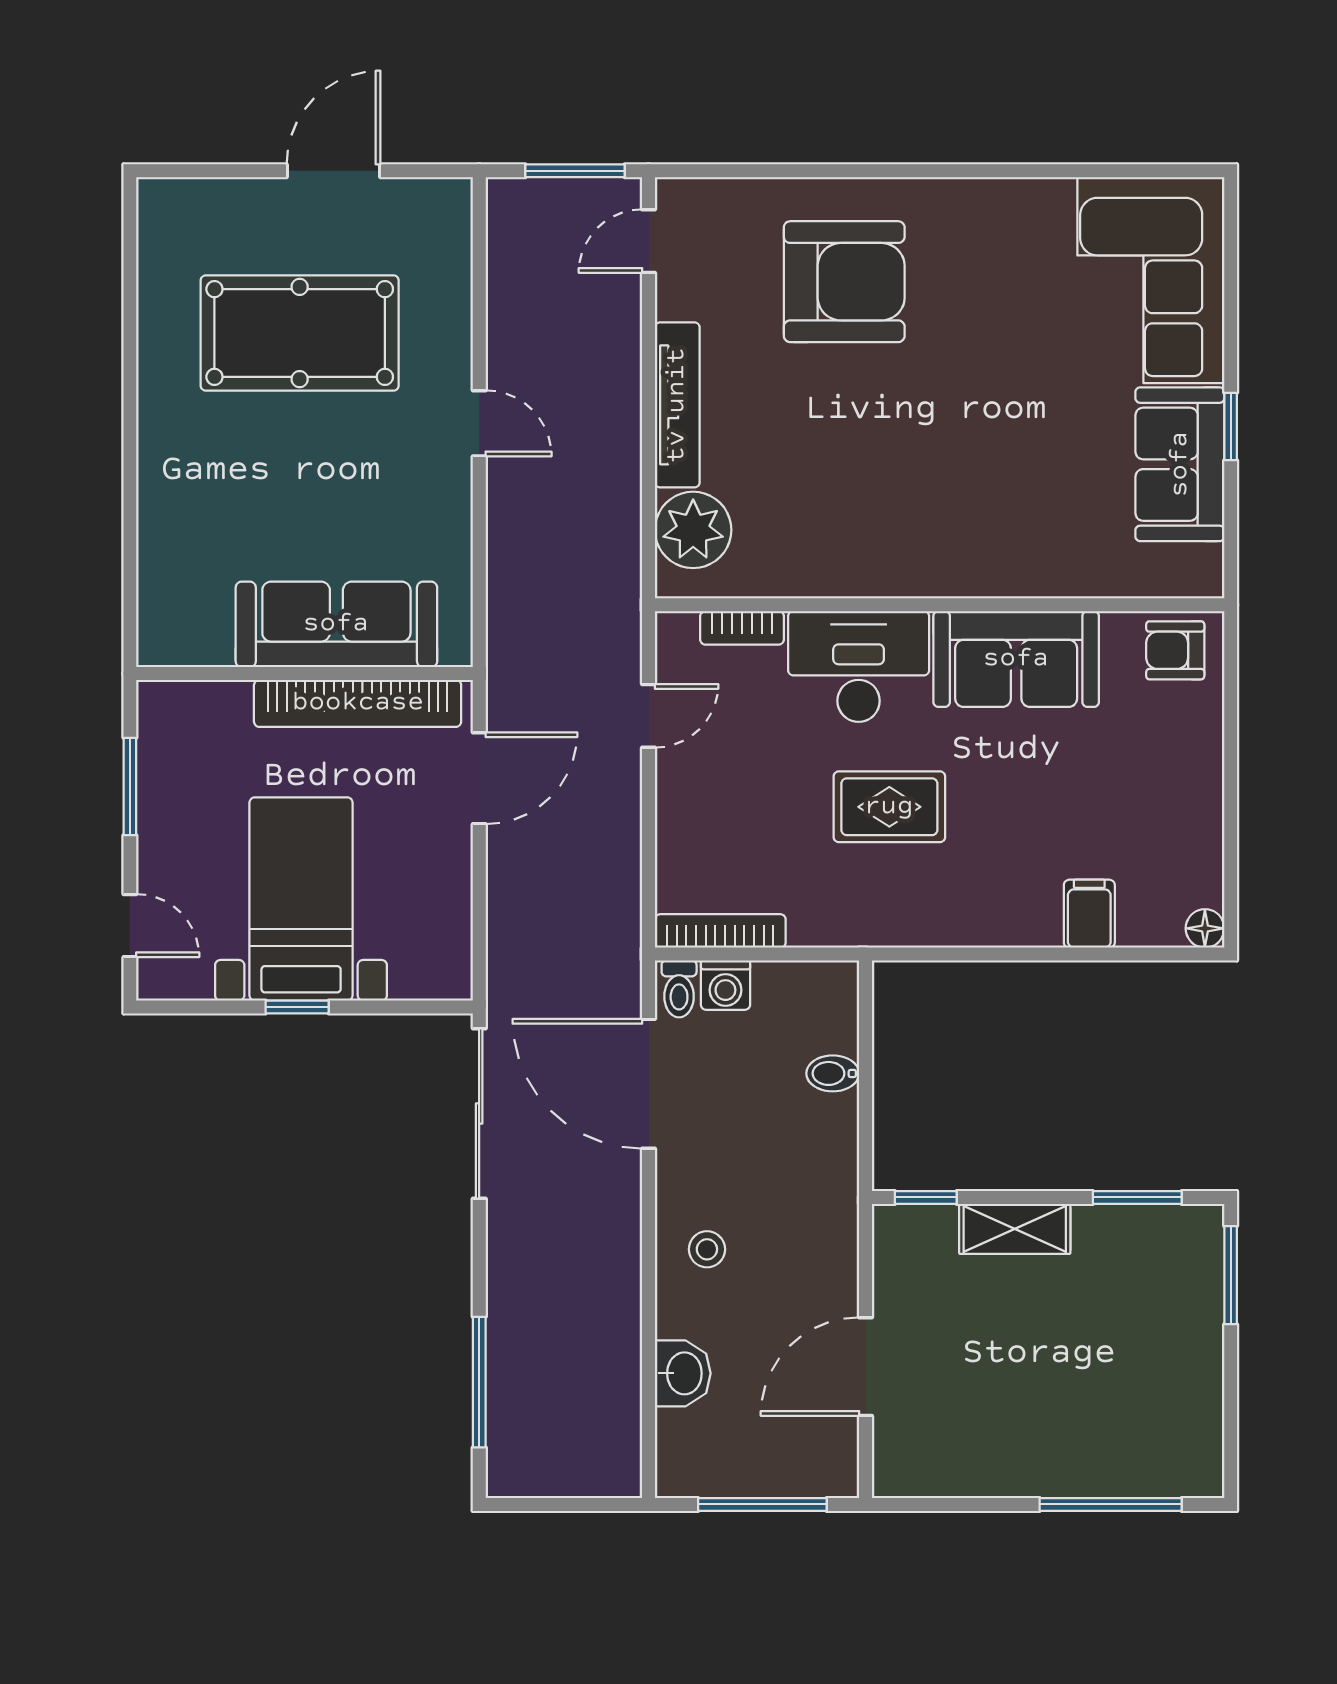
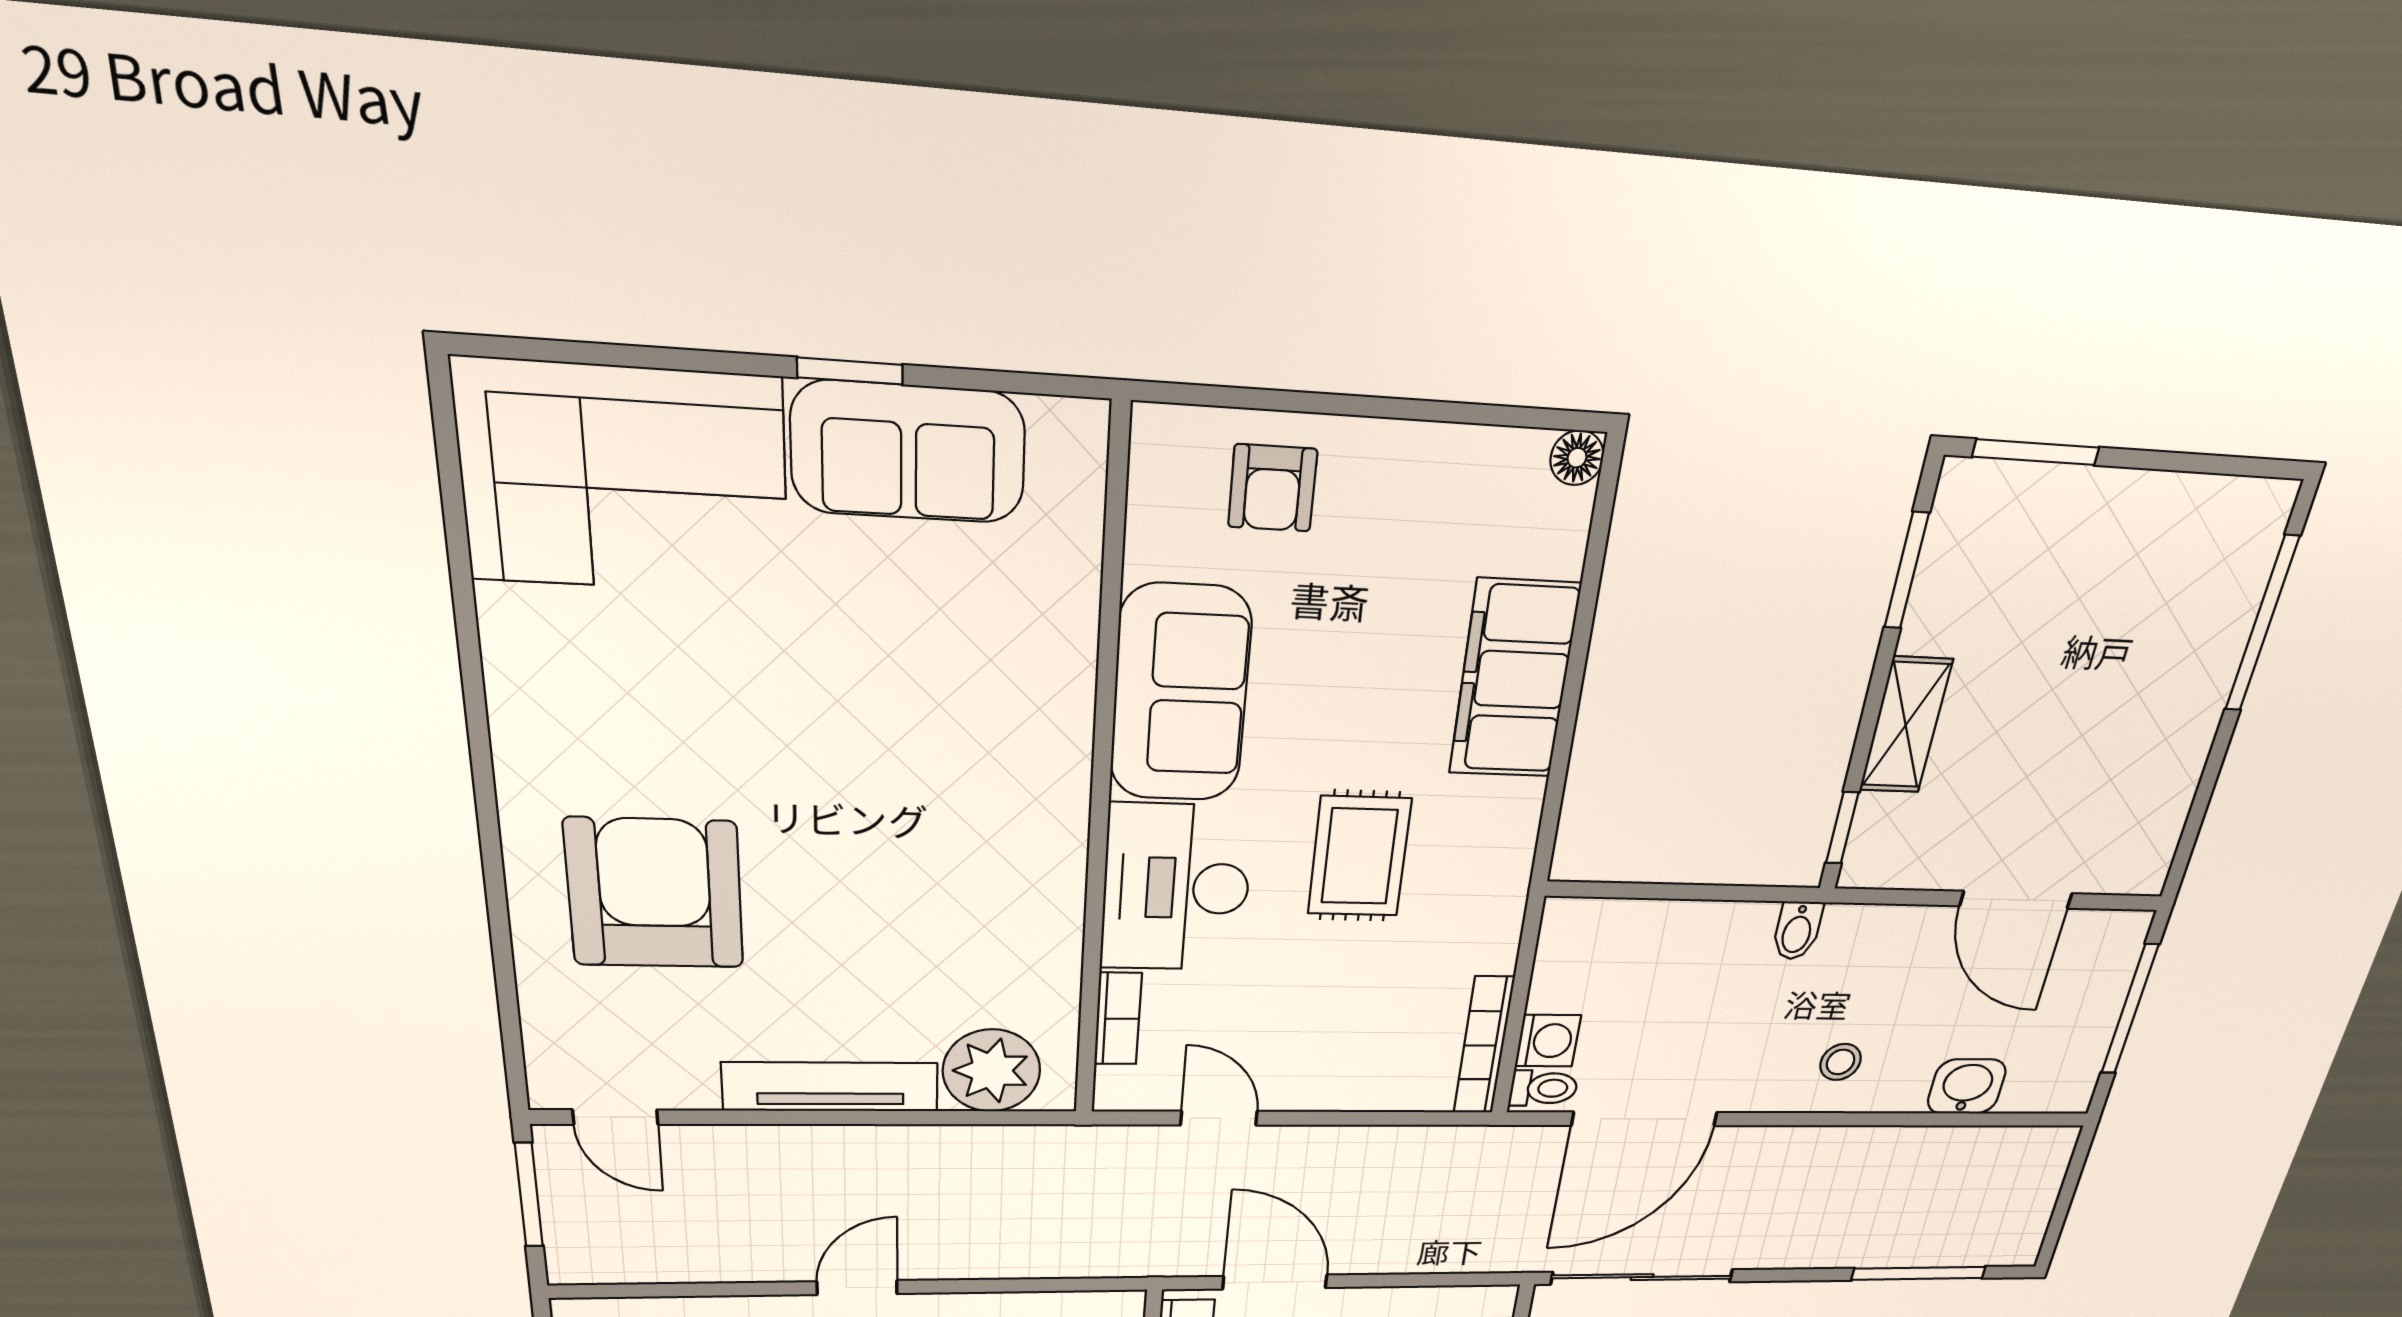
armchair: (1175, 650) -> (1273, 488), moved
filing cabinet: (1089, 914) -> (1514, 679), width x3.00, depth x1.17
bidet: (833, 1073) -> (1797, 930), moved

